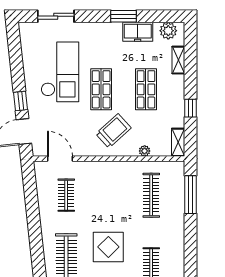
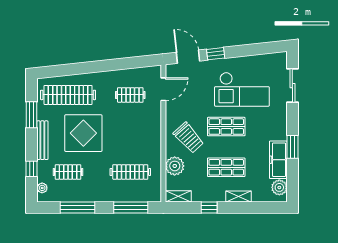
freezer: (138, 32) -> (278, 160), width x1.40
shelving: (178, 60) -> (239, 197), moved
plant: (145, 151) -> (175, 166), width x1.88, depth x1.88
display table: (108, 247) -> (83, 133), width x1.36, depth x1.36
window: (190, 253) -> (78, 208), added

